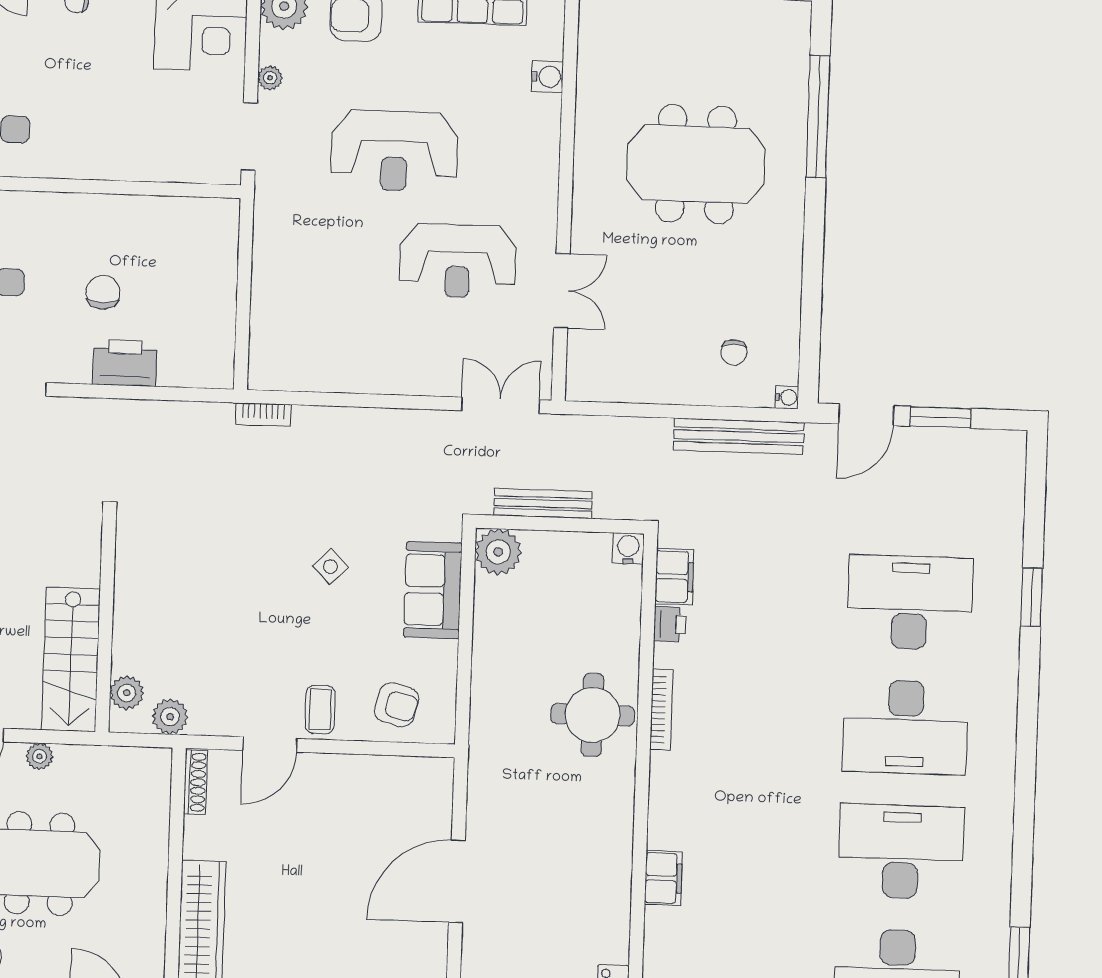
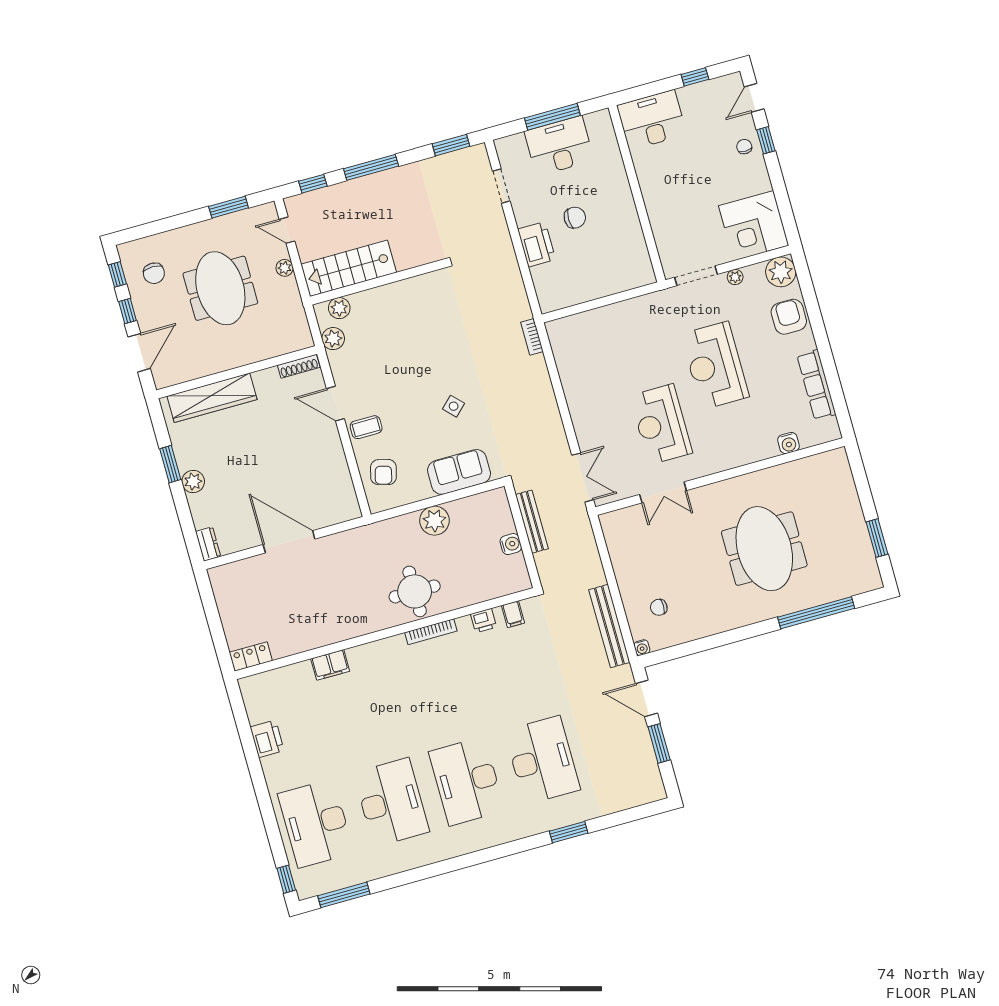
water cooler: (628, 548) -> (511, 544), moved
plant: (498, 552) -> (434, 521), moved
filing cabinet: (674, 577) -> (513, 614), width x0.50

